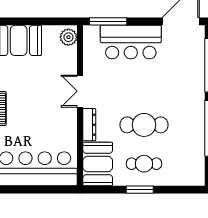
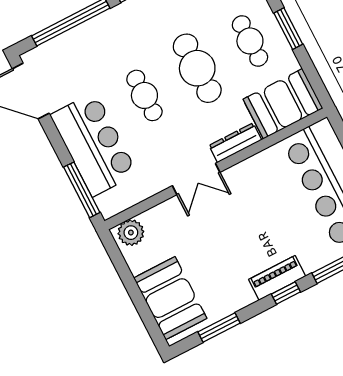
cafe table: (144, 86) -> (144, 95), added

